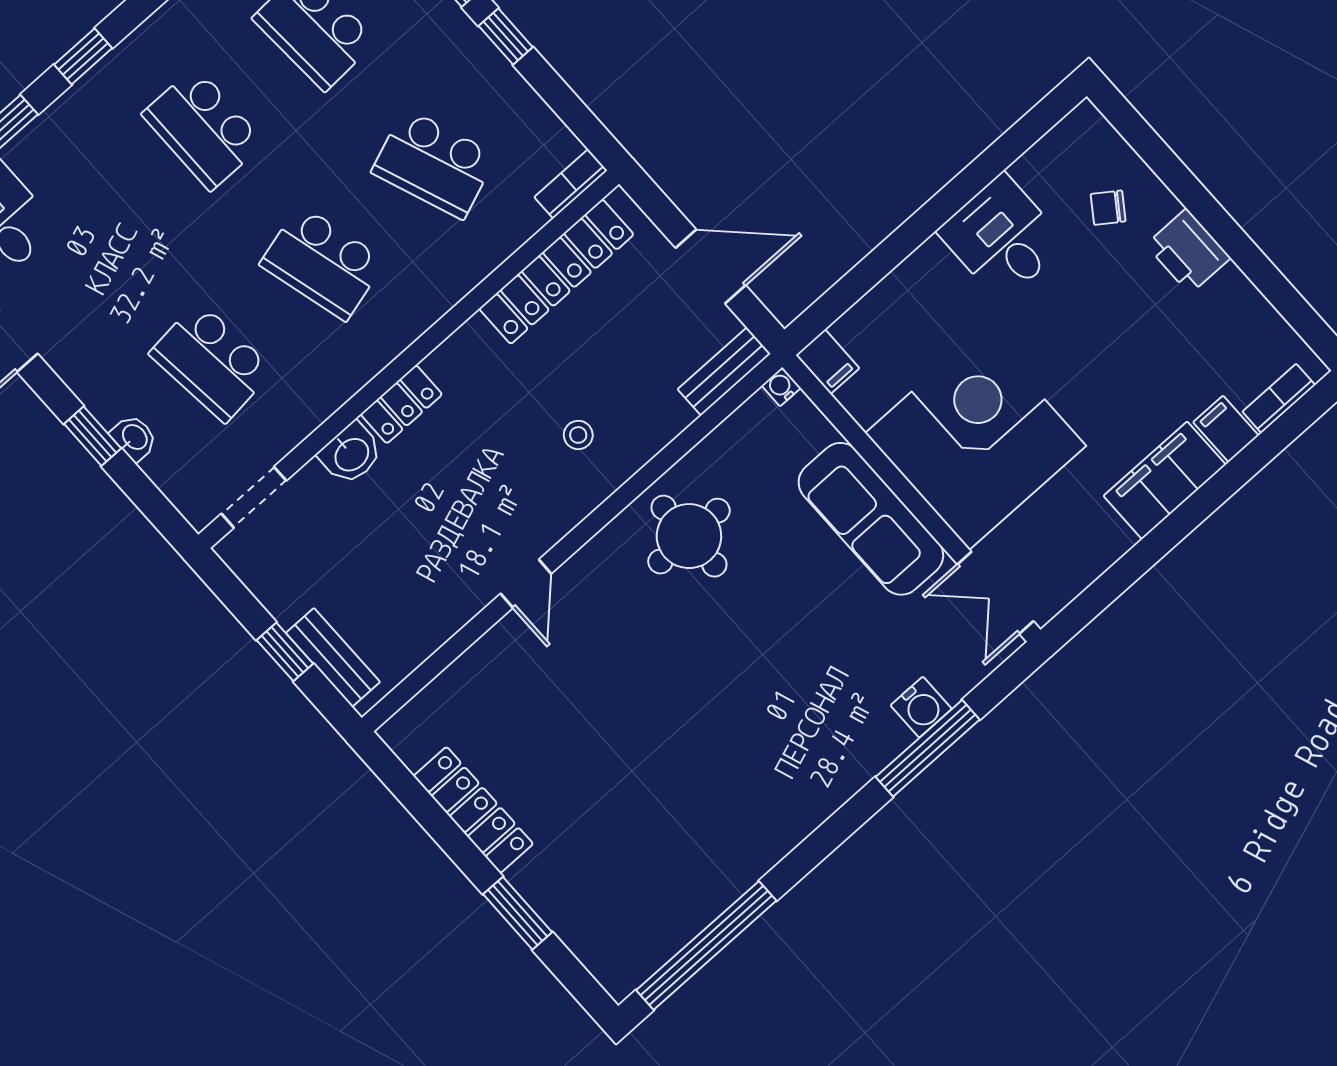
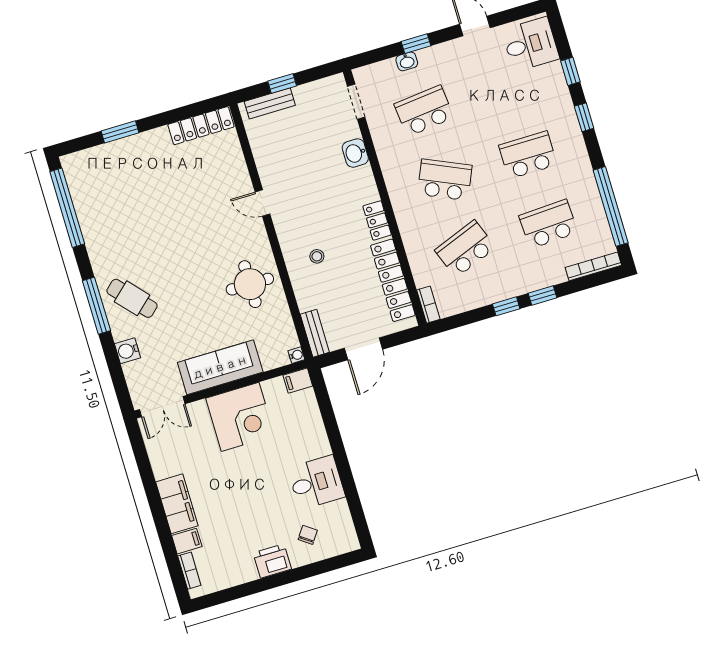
school desk: (323, 263) -> (445, 180), turned 39
locker: (401, 404) -> (377, 220), moved
corner desk: (976, 440) -> (240, 417), width x0.74, depth x0.74
double door: (995, 593) -> (162, 407), swing flipped
cafe table: (819, 745) -> (132, 298), added
window: (928, 748) -> (96, 306), moved
locker: (473, 810) -> (201, 126), moved

